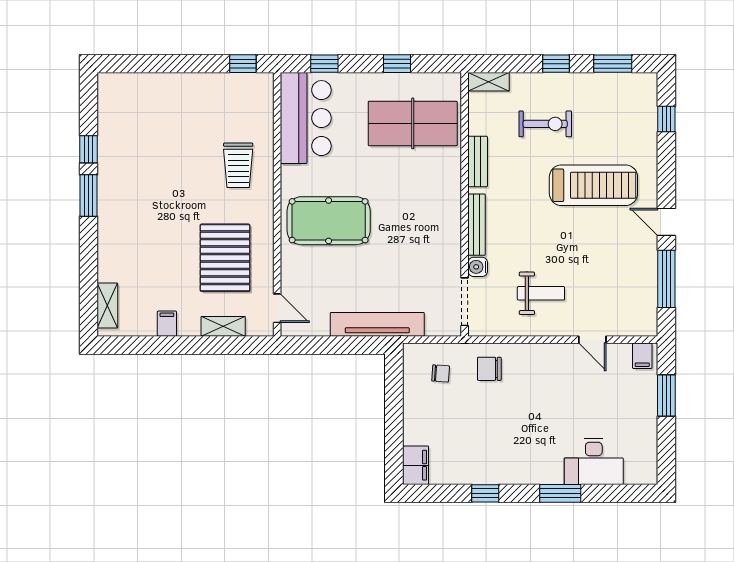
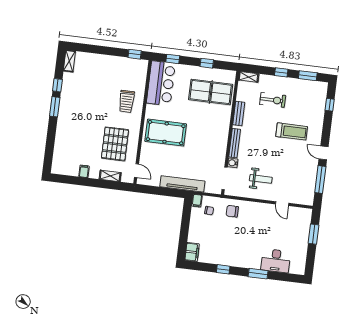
treadmill: (593, 185) -> (292, 131), width x0.73, depth x0.73
shelving: (107, 306) -> (69, 61), moved
filing cabinet: (642, 356) -> (197, 201), moved

